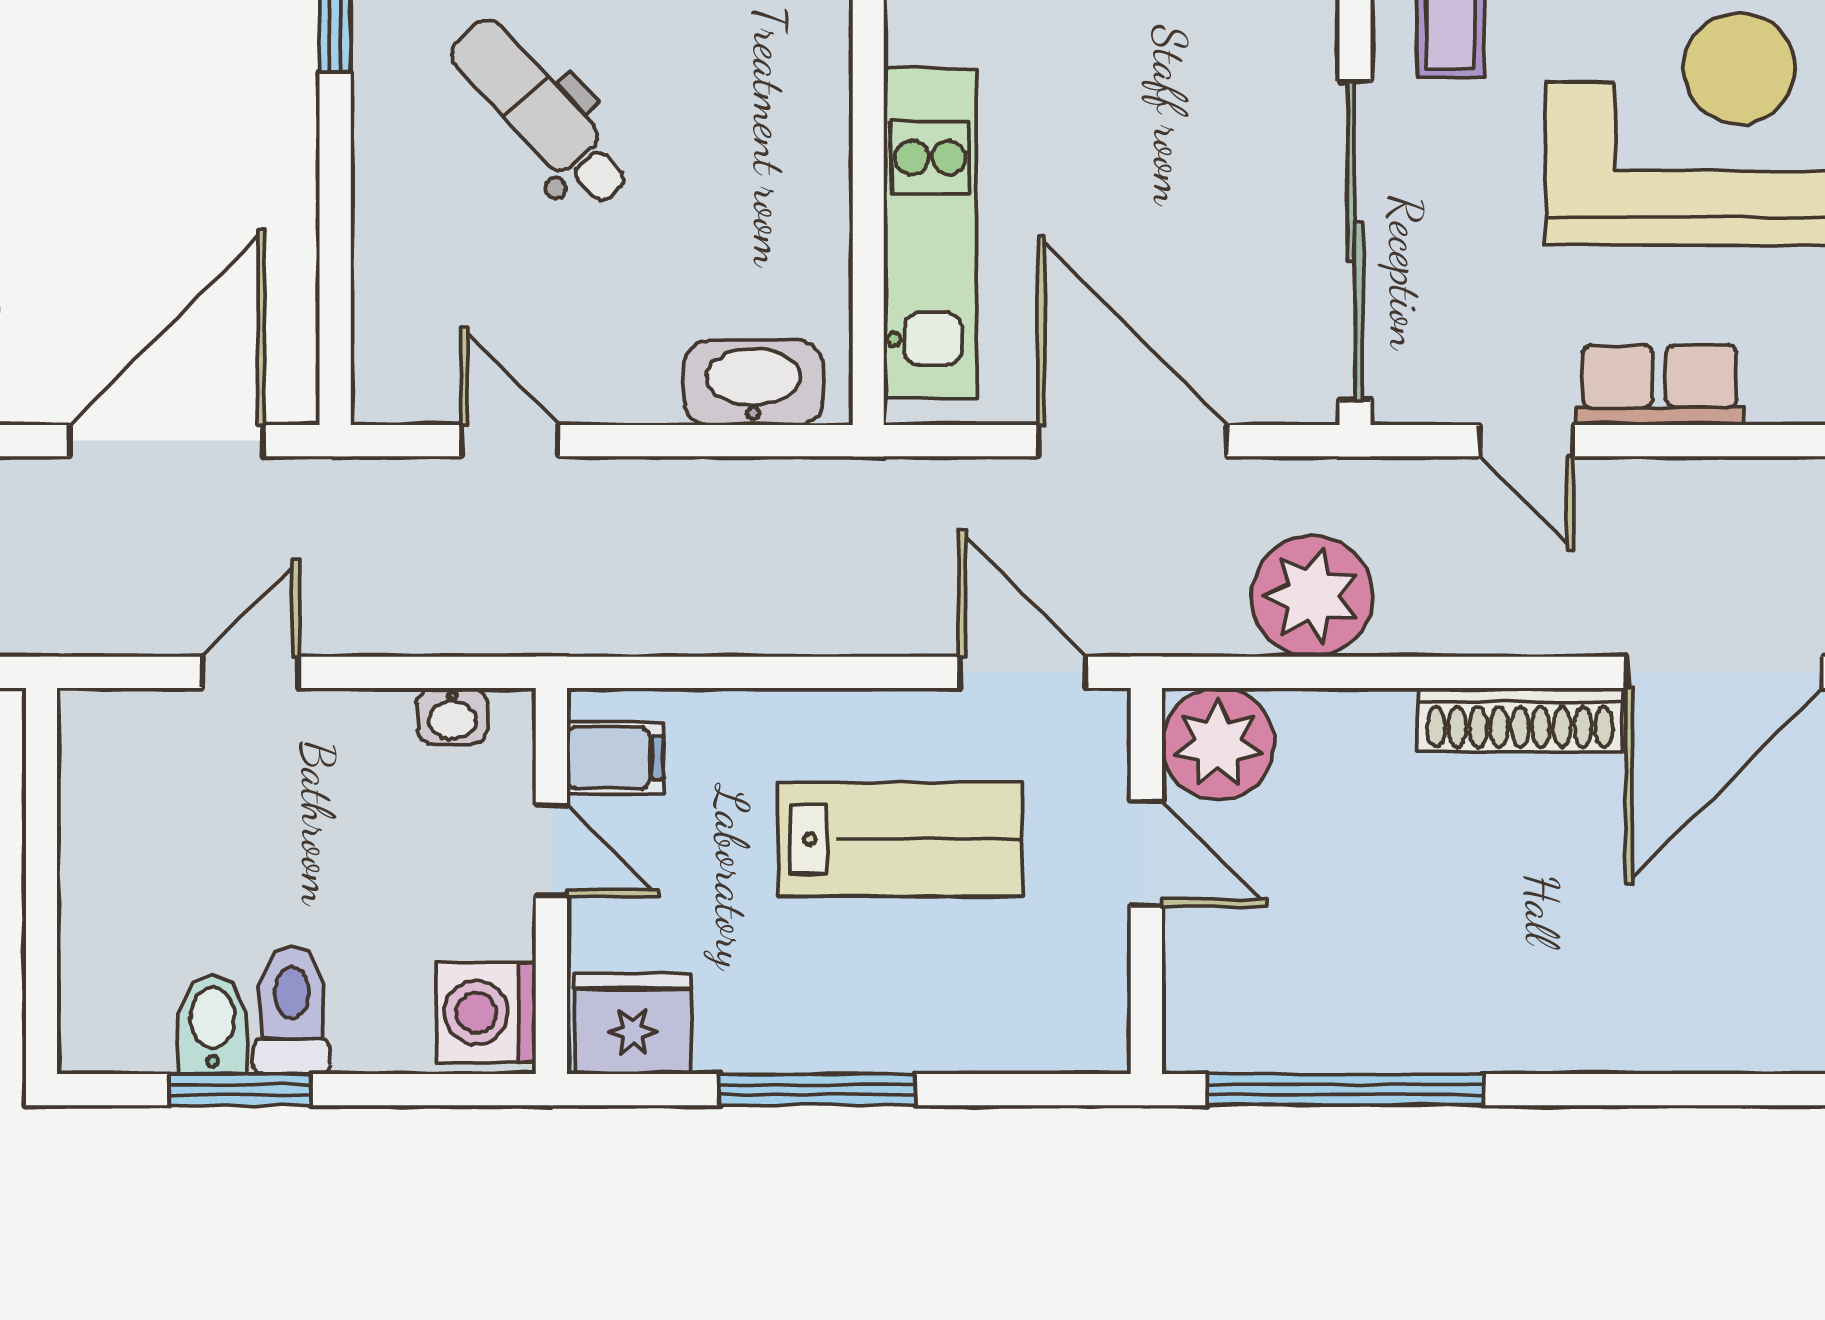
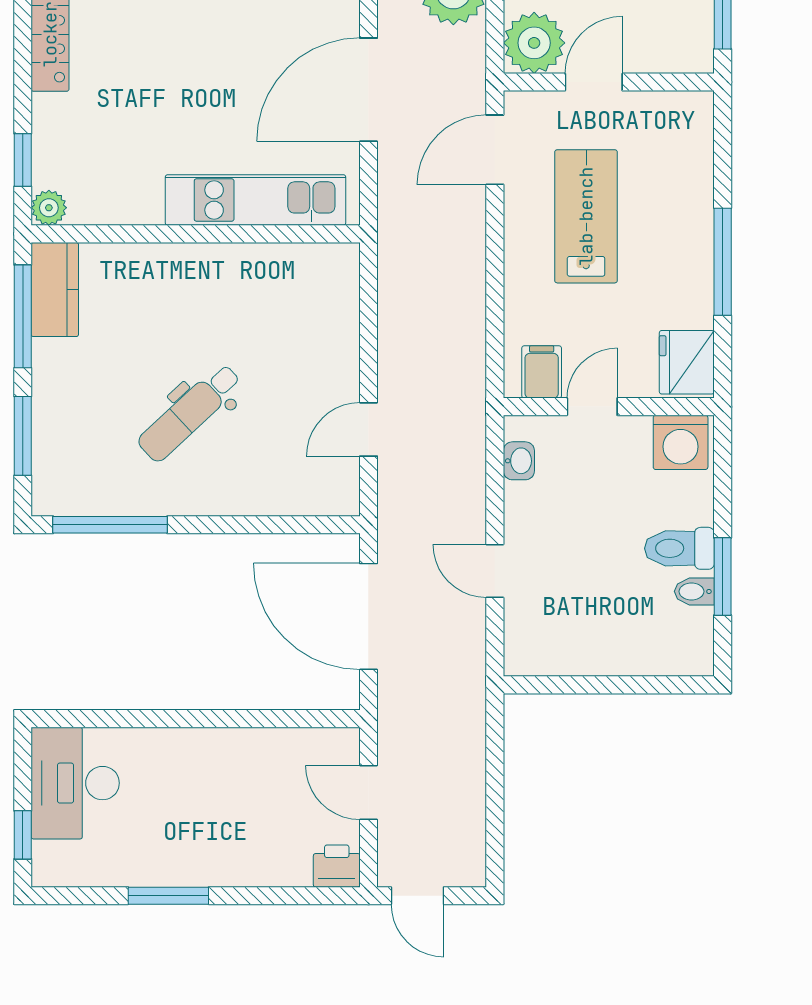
washbasin: (753, 383) -> (337, 296), removed
bidet: (213, 1025) -> (694, 591), width x0.72, depth x0.74

